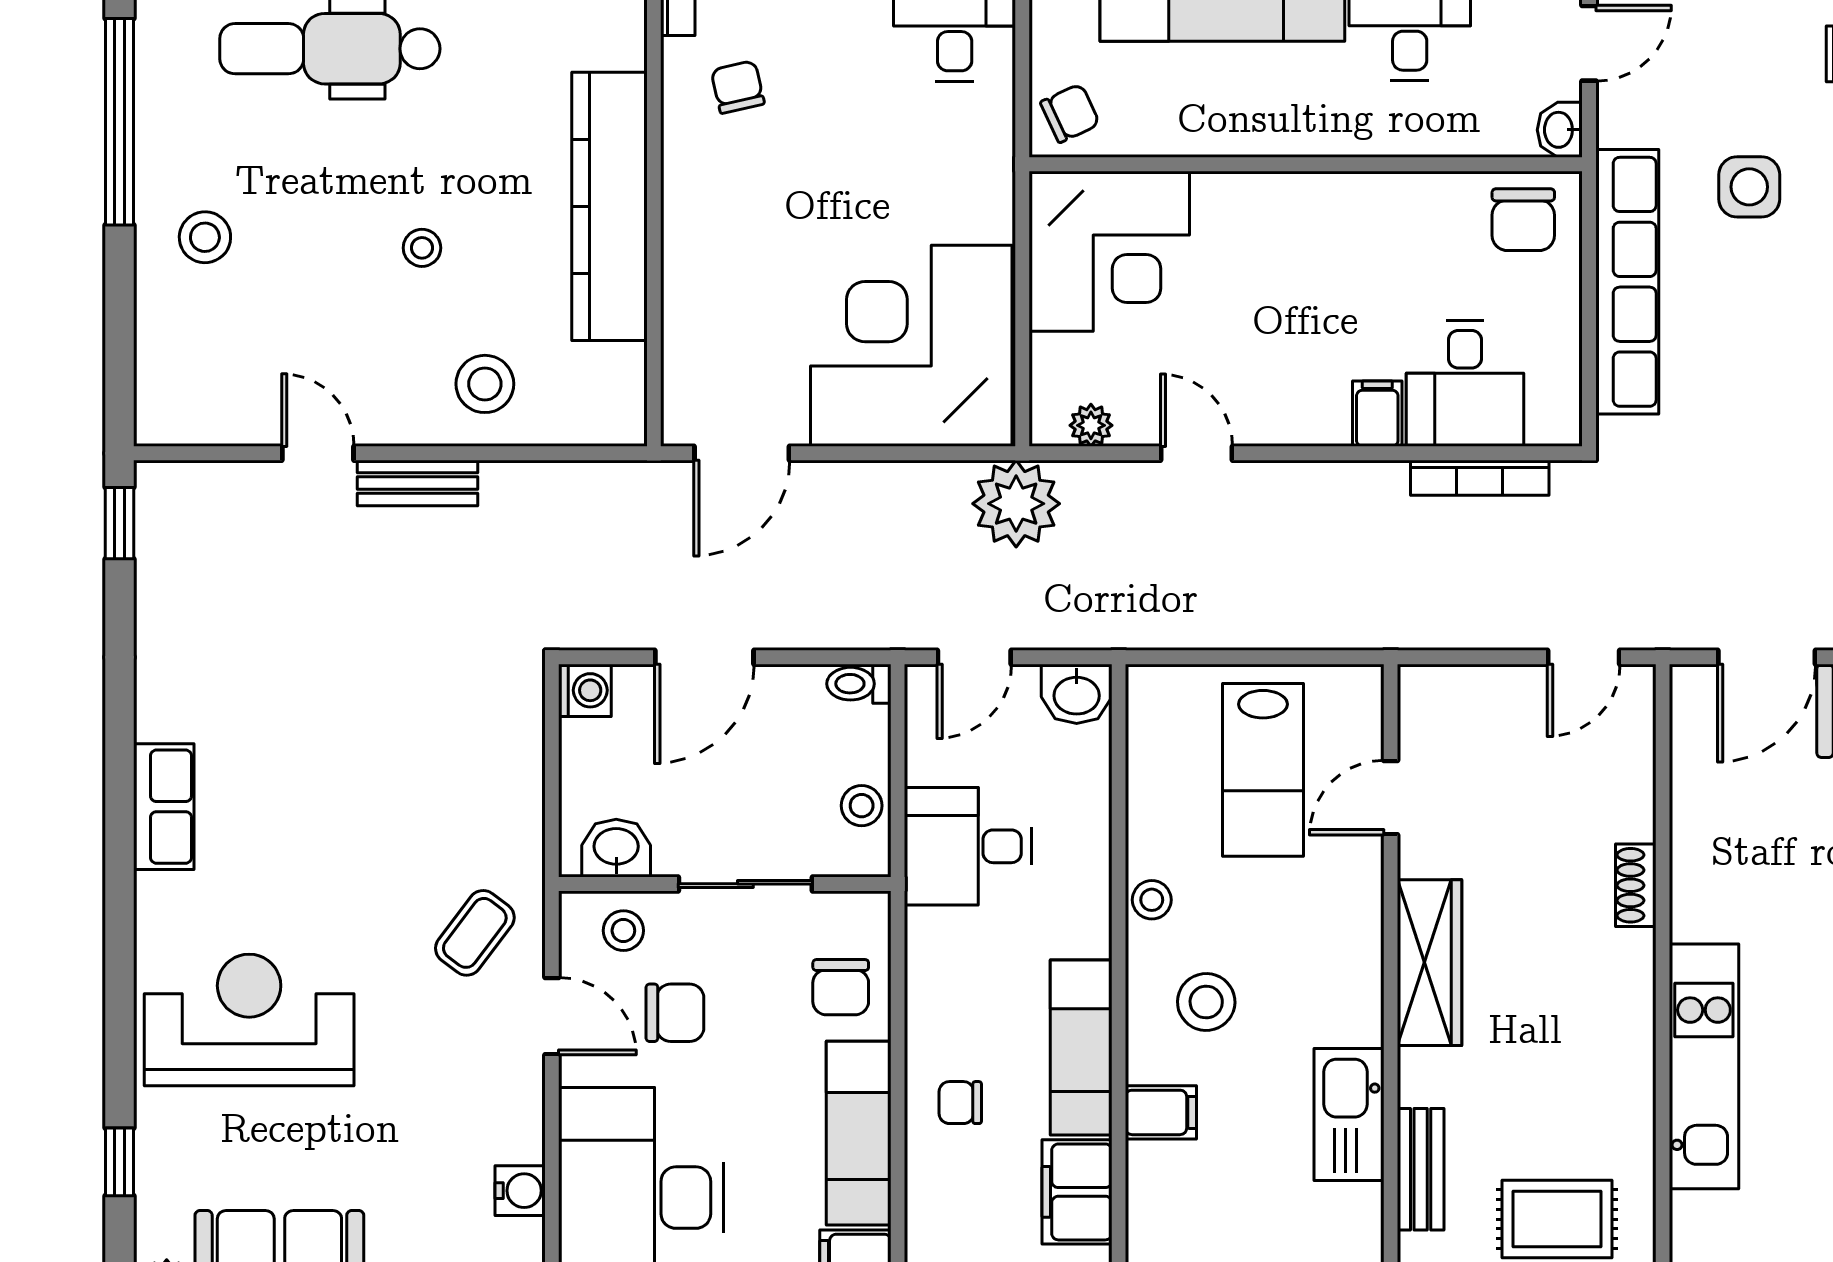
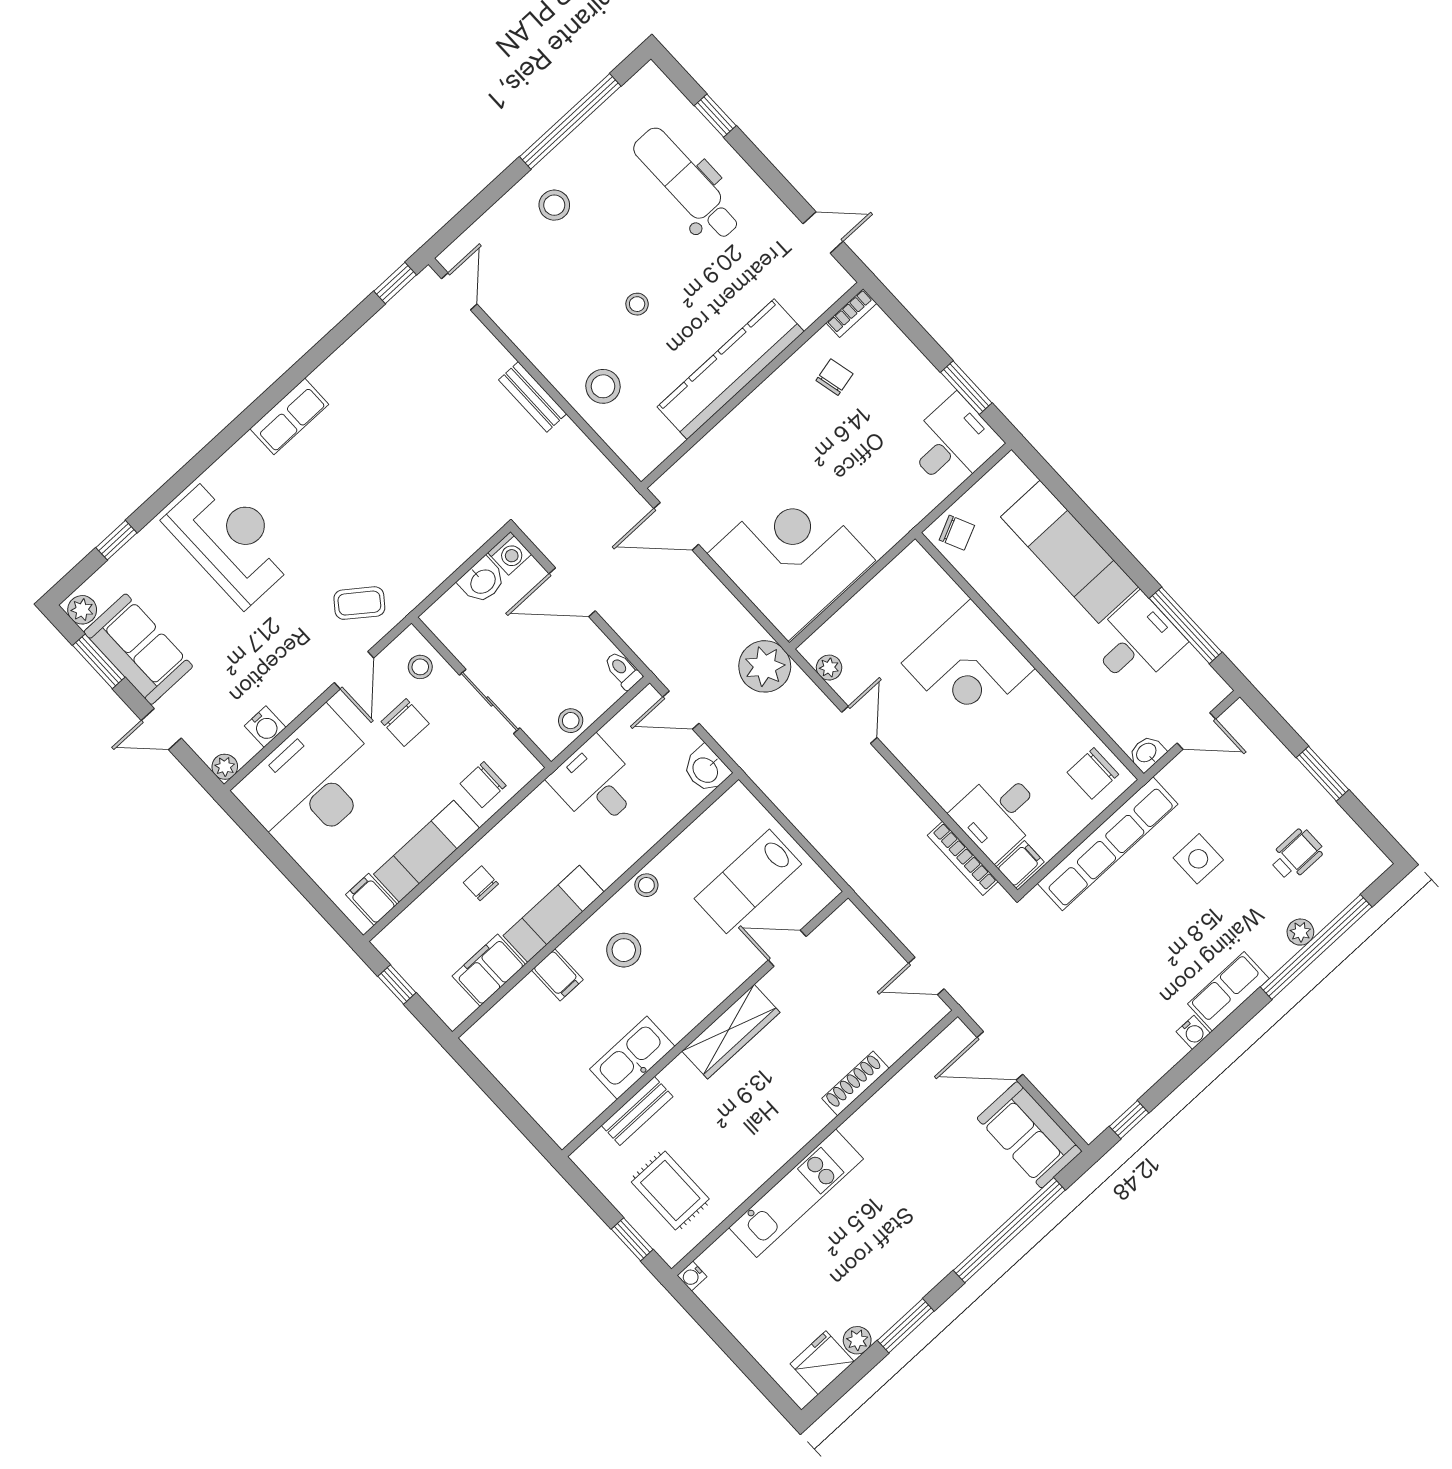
corner desk: (1109, 251) -> (968, 666), moved
filing cabinet: (1377, 414) -> (1020, 864), moved
door: (318, 453) -> (459, 291), moved
washbasin: (616, 848) -> (482, 581), moved, turned 90
shoe rack: (1636, 885) -> (855, 1083), width x1.43

